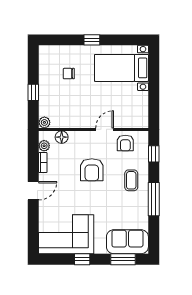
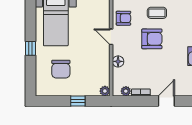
chair: (69, 74) -> (61, 69), width x1.87, depth x1.87
floor lamp: (62, 137) -> (118, 61), moved
armchair: (92, 170) -> (152, 39), moved
door: (33, 191) -> (166, 101), hinge flipped

